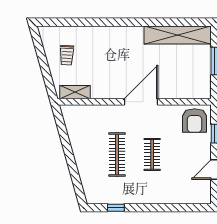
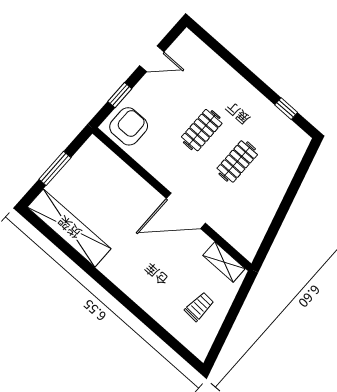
door: (141, 102) -> (186, 211), moved
clothes rail: (117, 154) -> (237, 161), width x0.73

